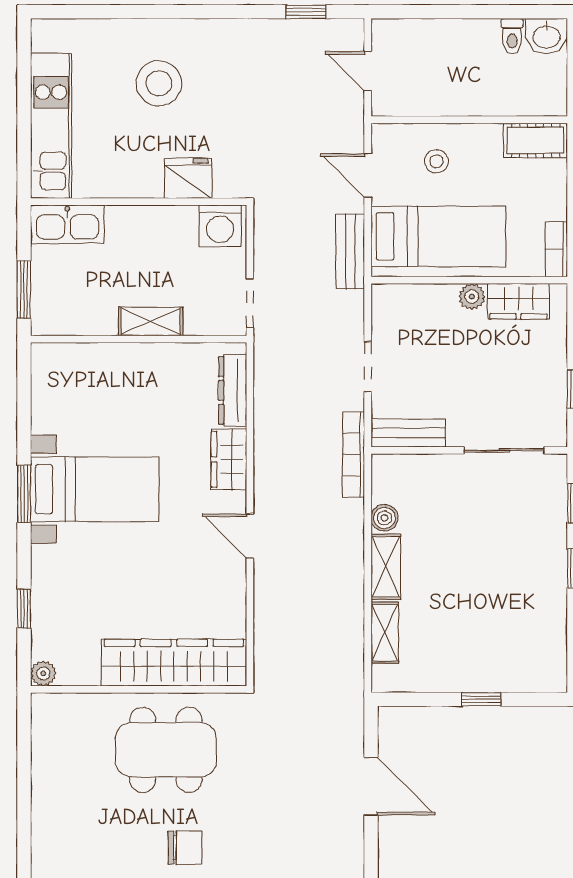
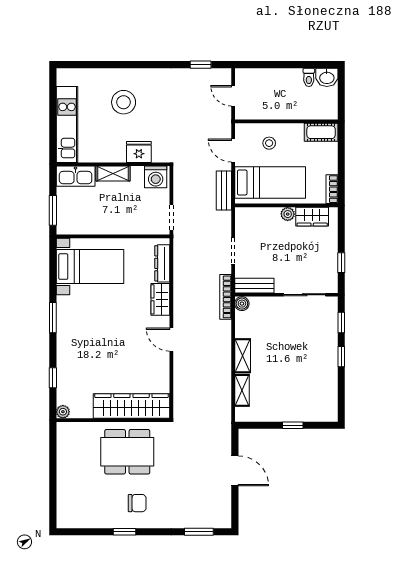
shelving: (151, 321) -> (113, 174), moved
bed with nightstands: (95, 489) -> (90, 267), moved
boiler: (385, 518) -> (242, 304), moved

